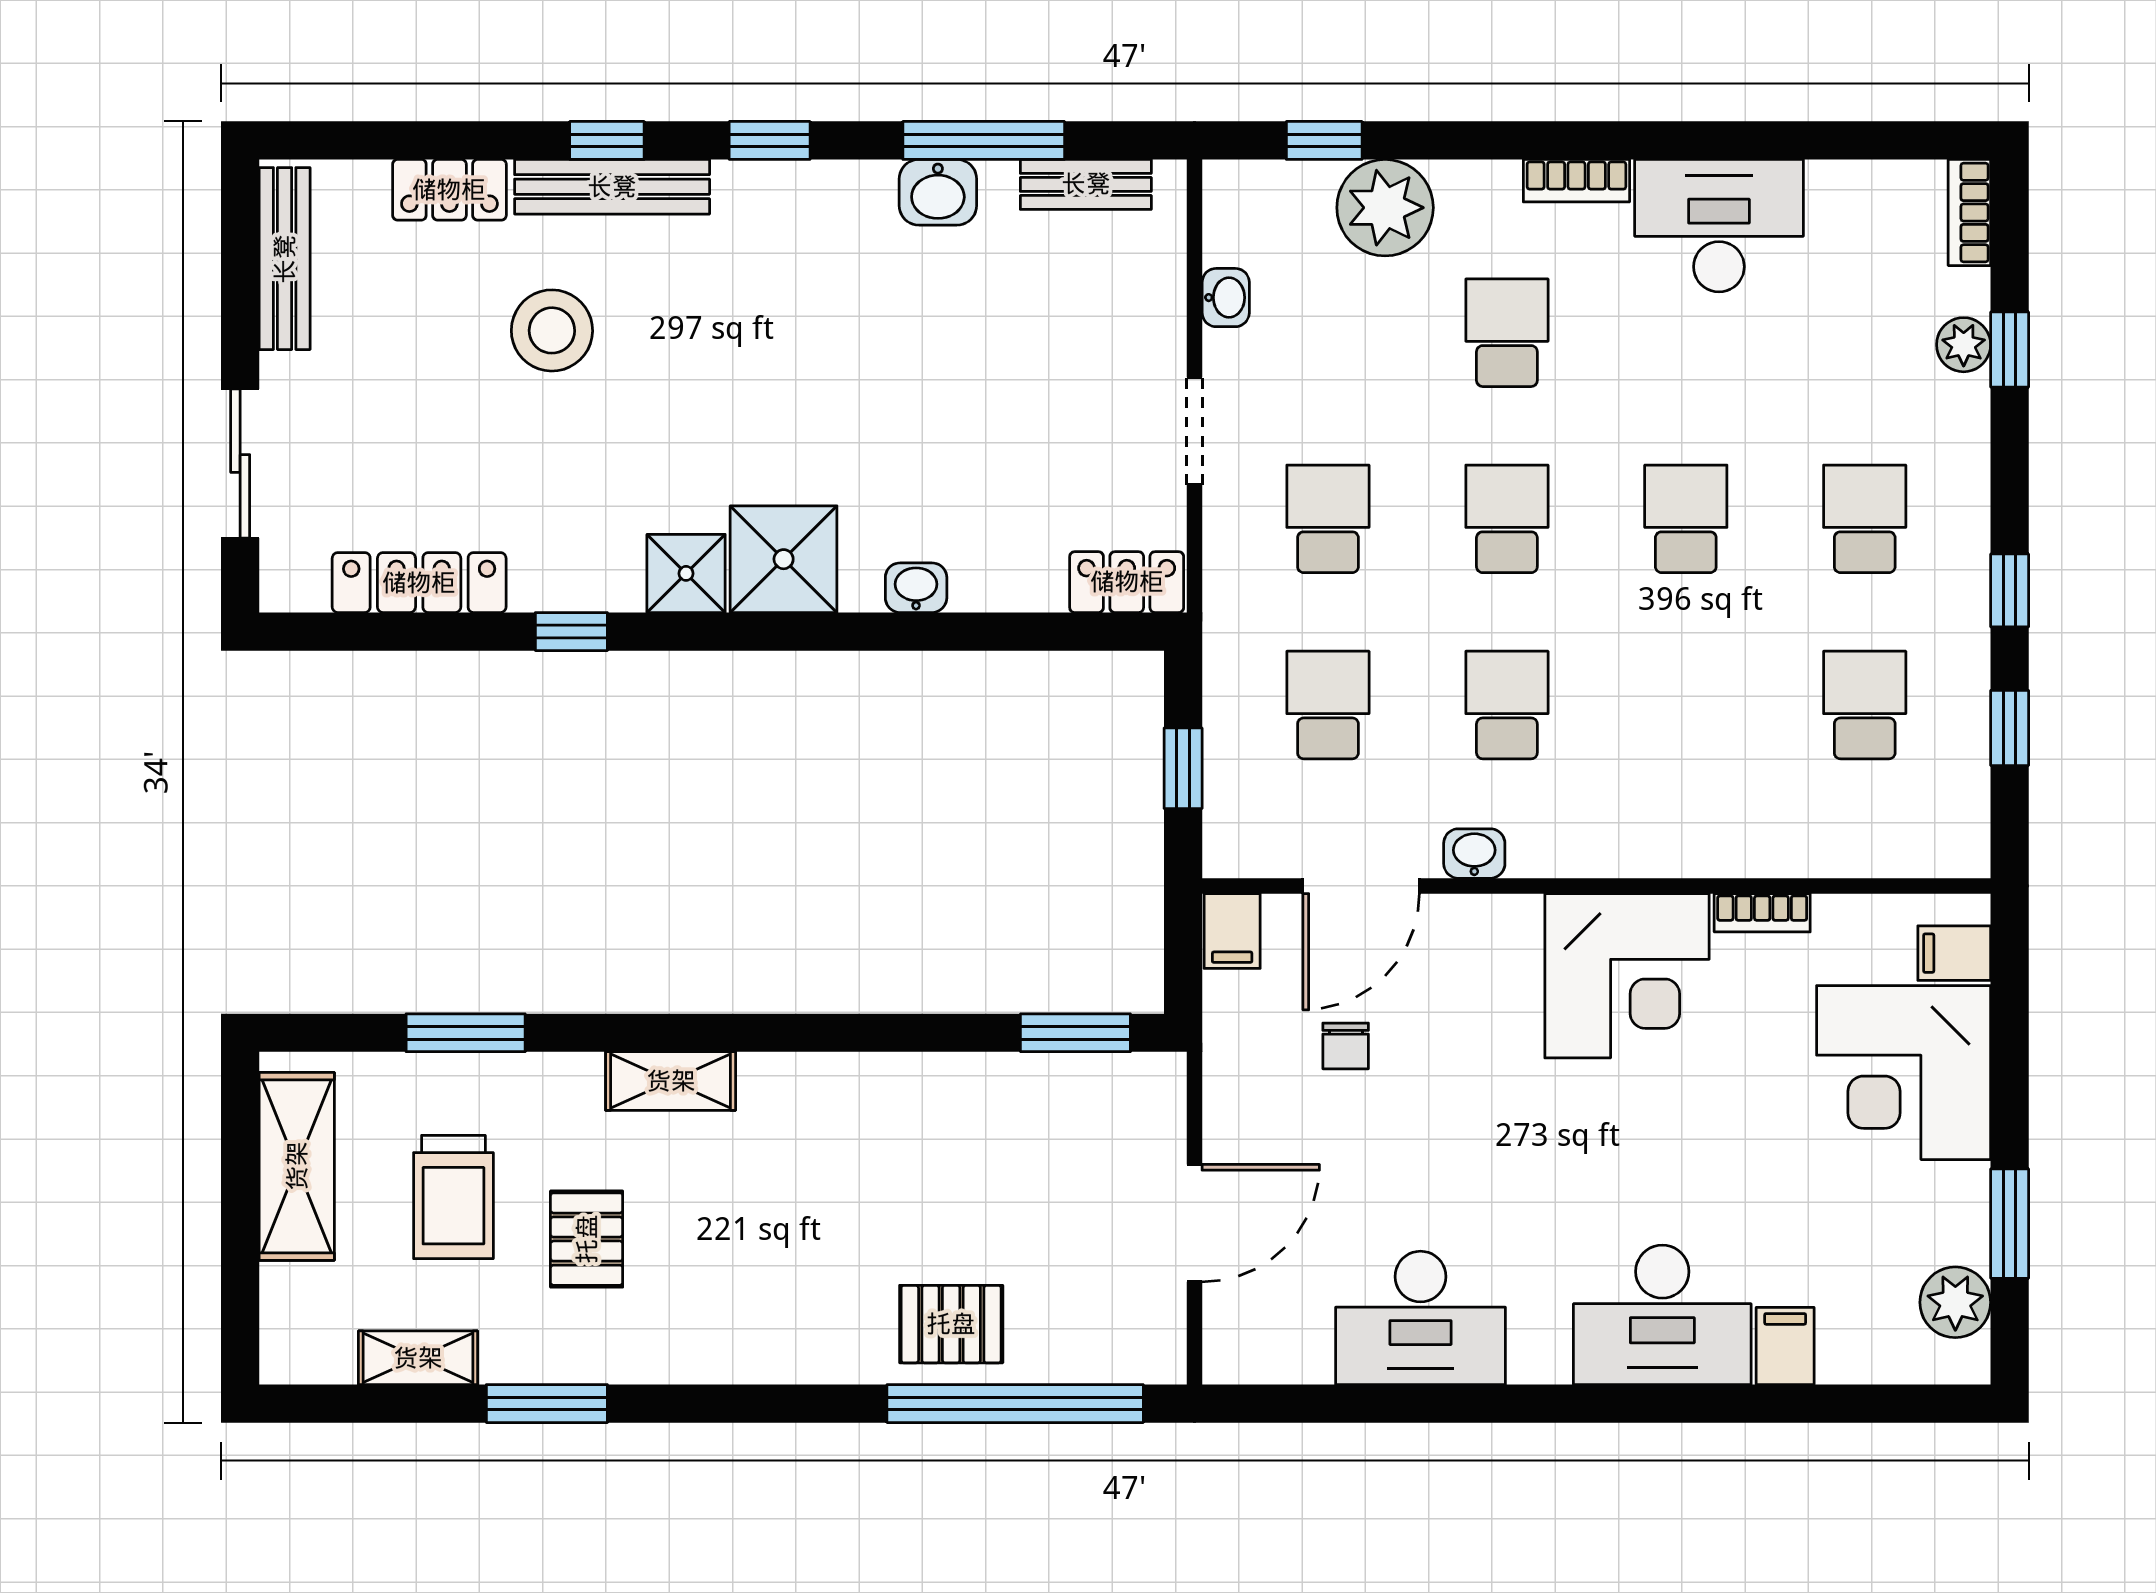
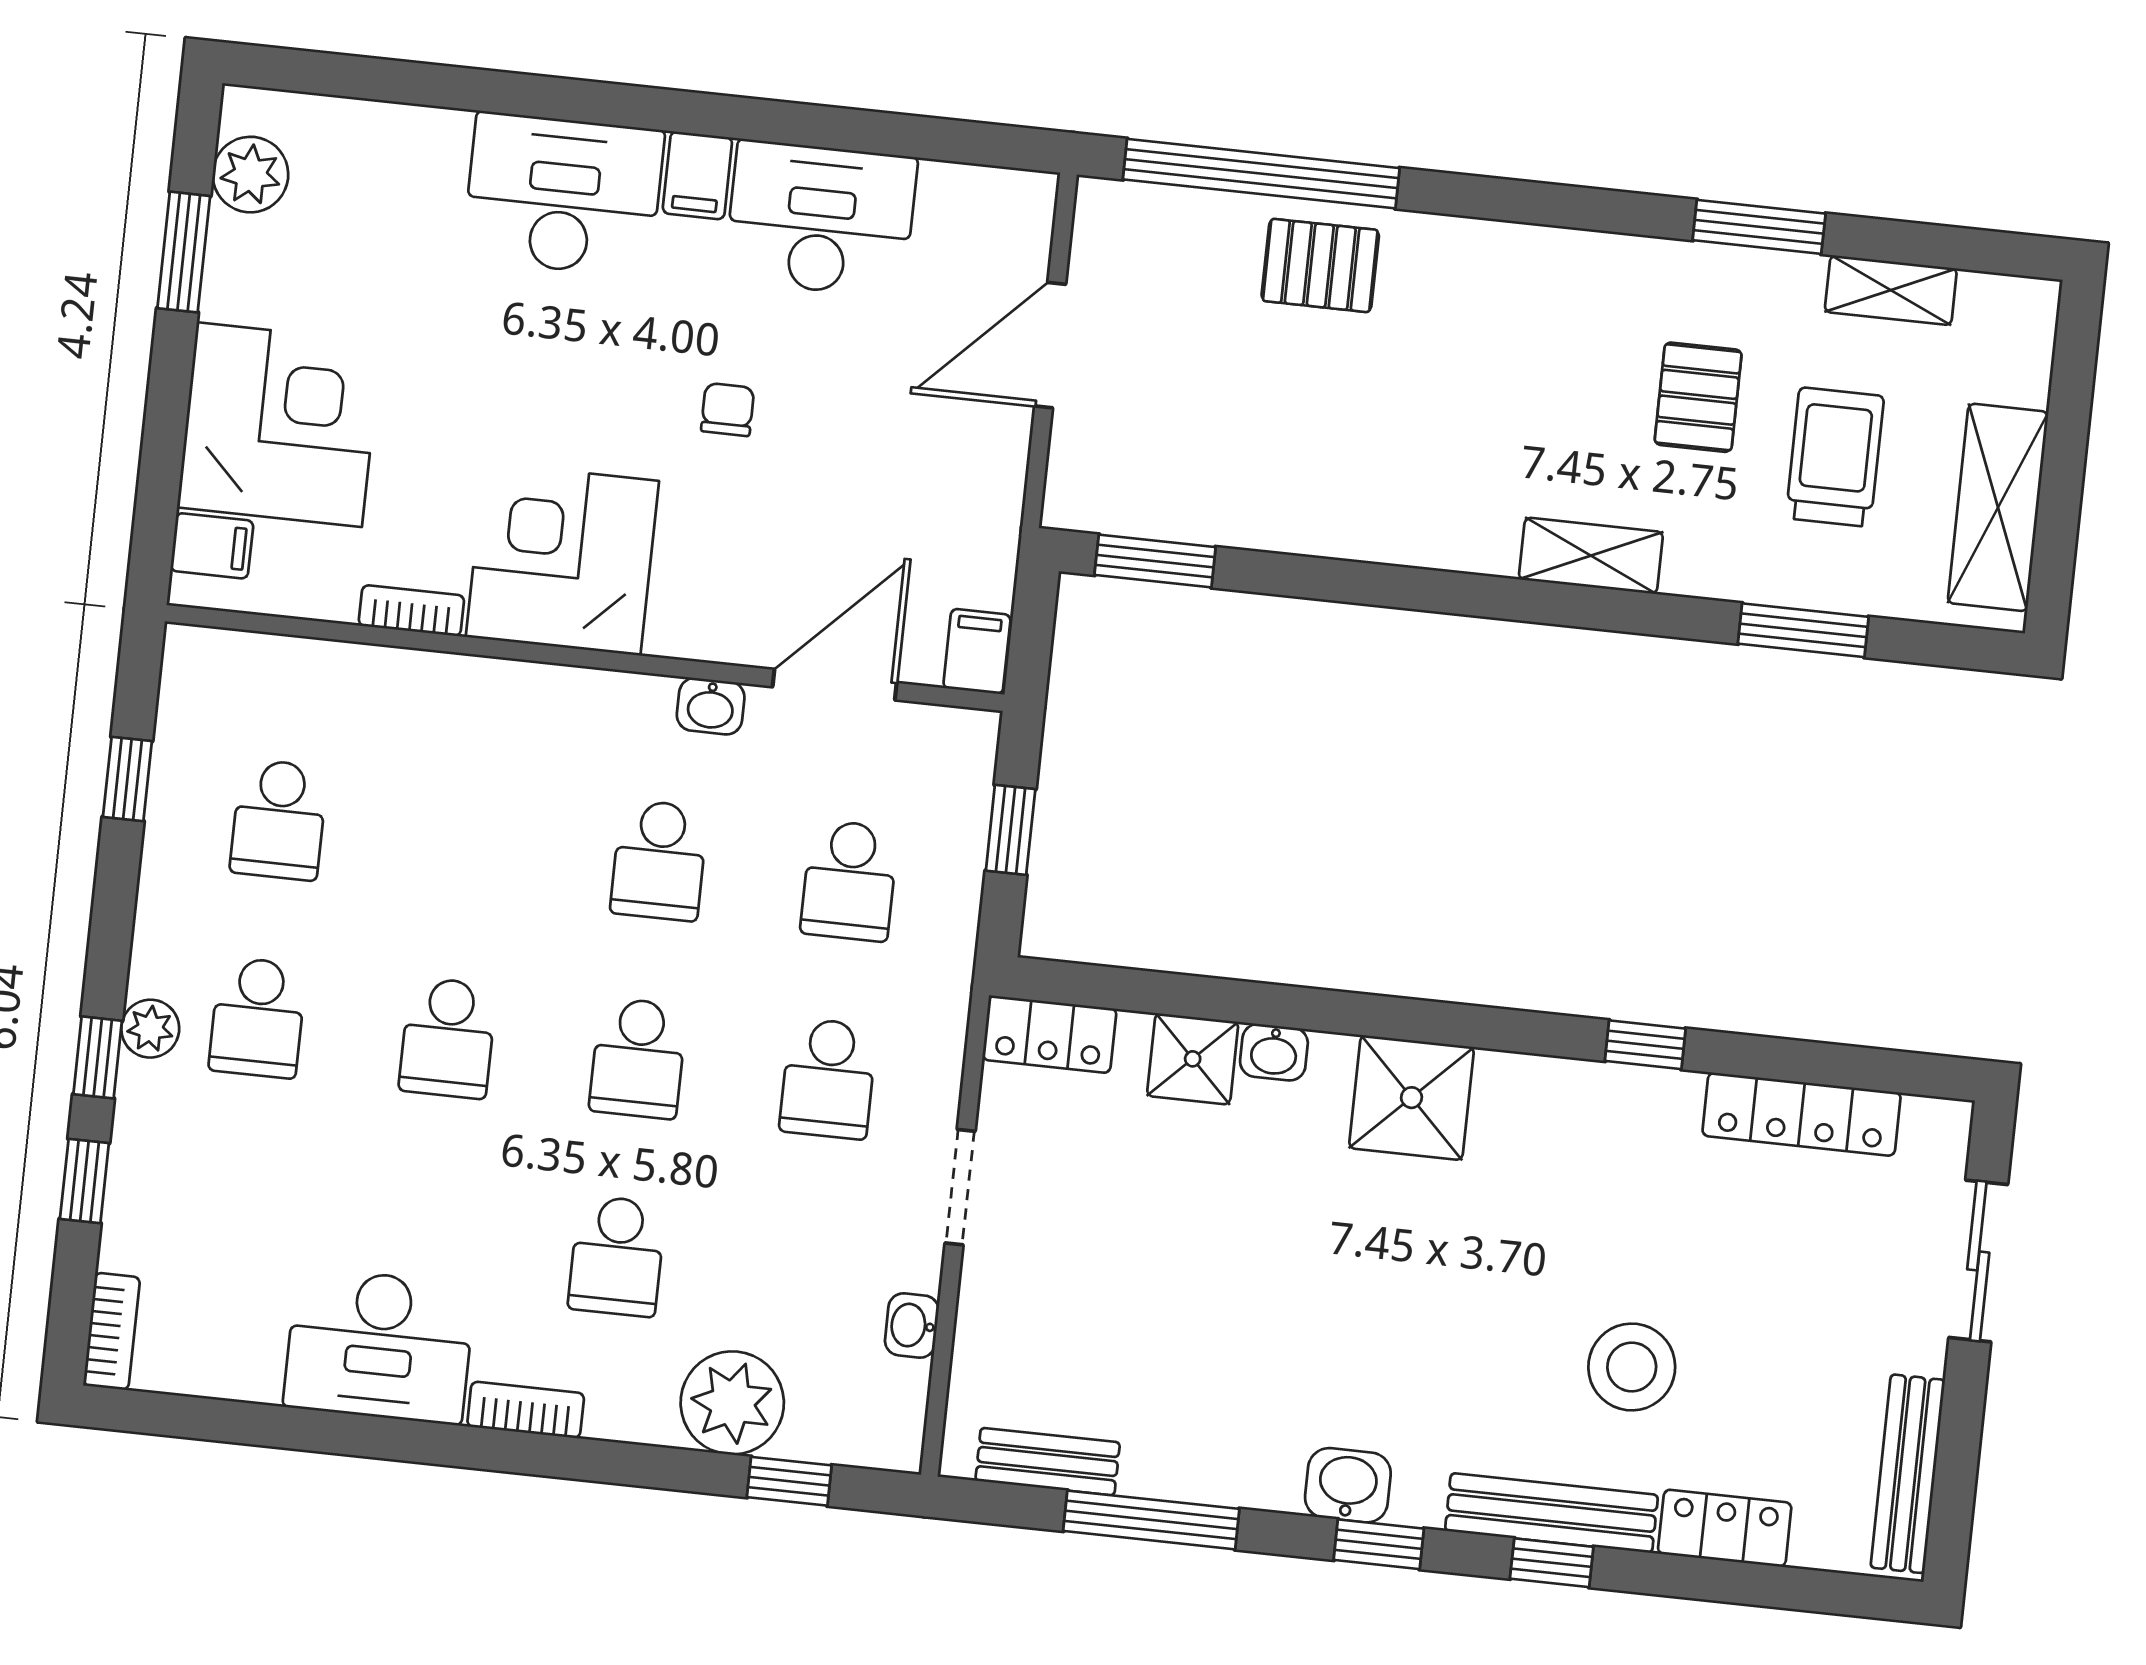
washbasin: (938, 192) -> (1348, 1485), moved
plant: (1964, 345) -> (150, 1029), moved
shower: (686, 573) -> (1193, 1059), moved
window: (2010, 590) -> (98, 1057), moved
chair: (1346, 1046) -> (728, 409), moved
filing cabinet: (1785, 1346) -> (697, 175), moved

